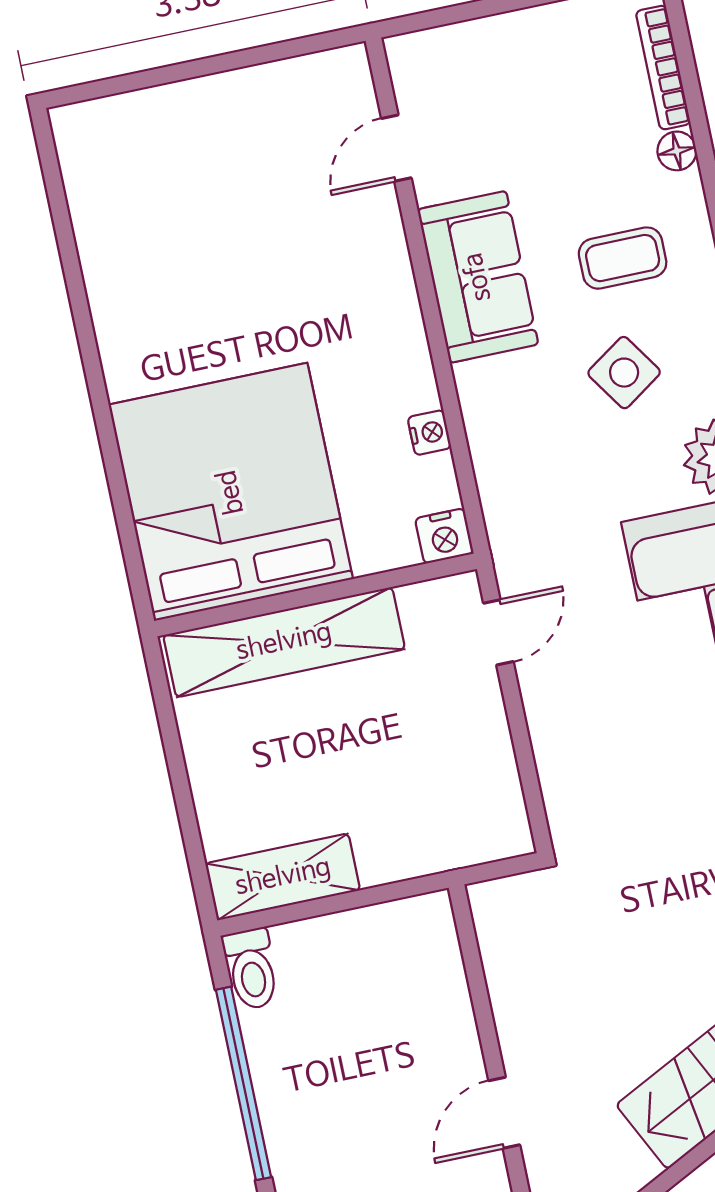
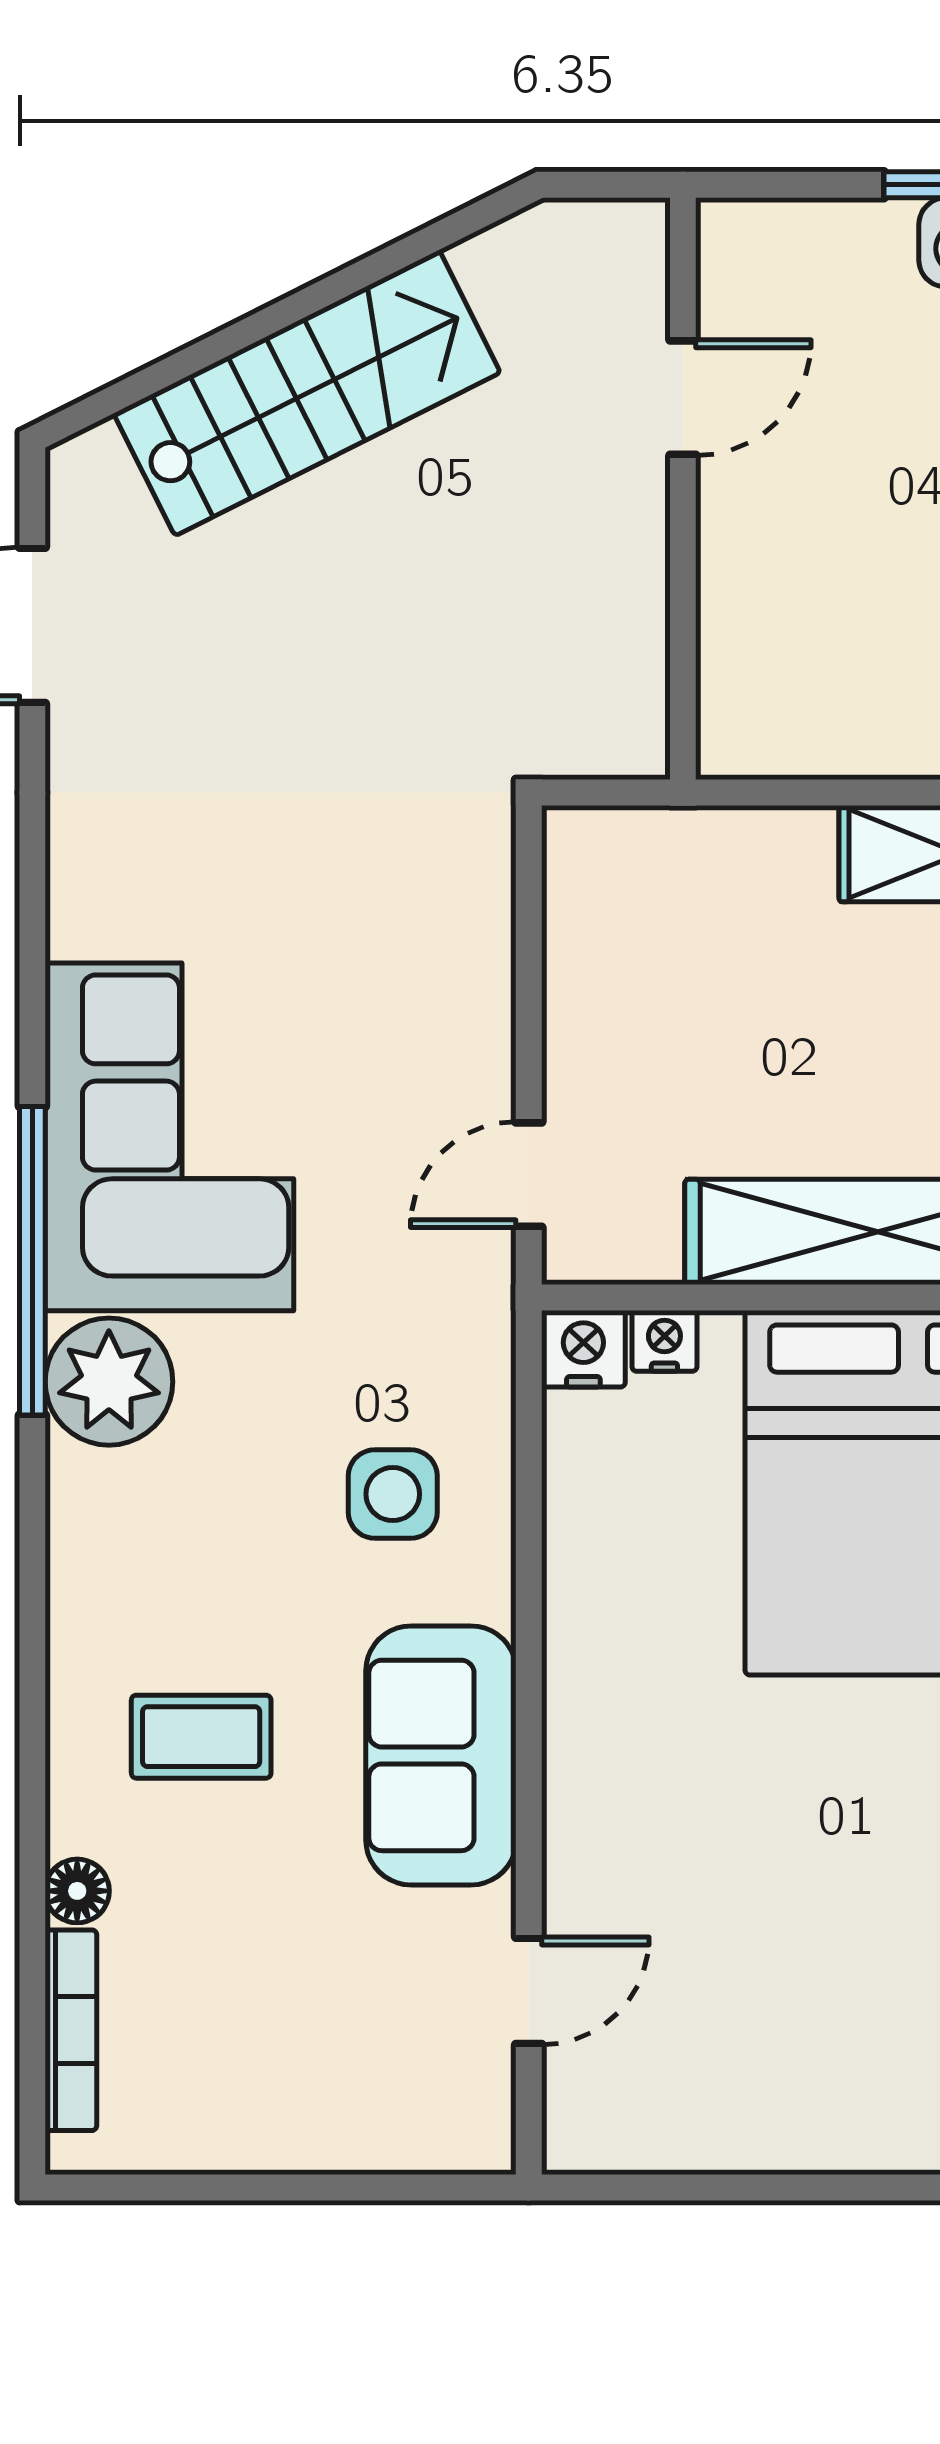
side table: (624, 373) -> (393, 1494), moved, turned 34
nightstand: (429, 433) -> (664, 1341), moved, turned 90

